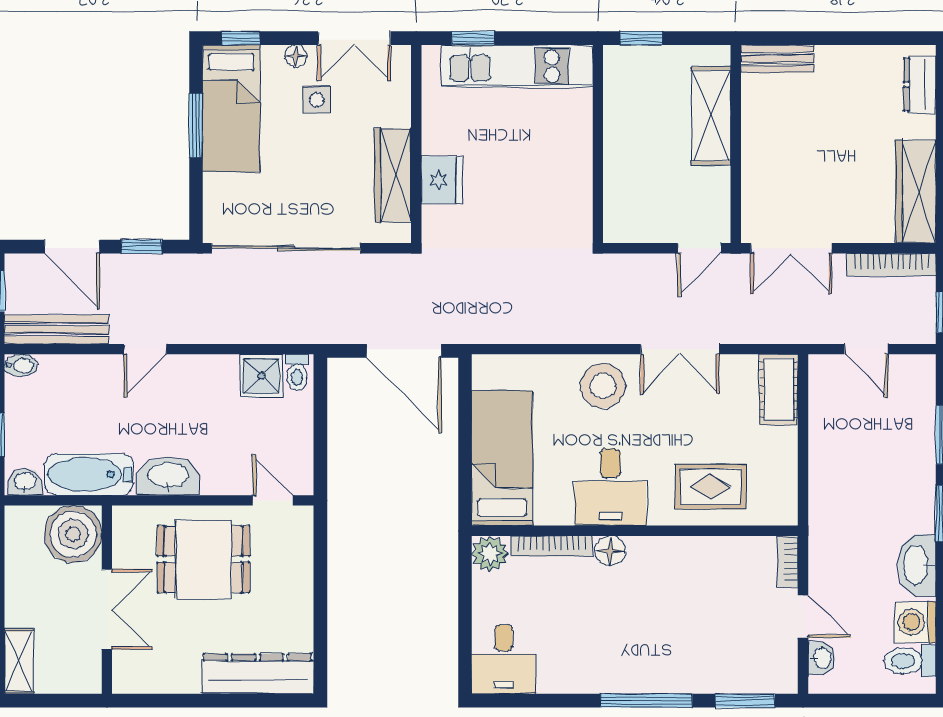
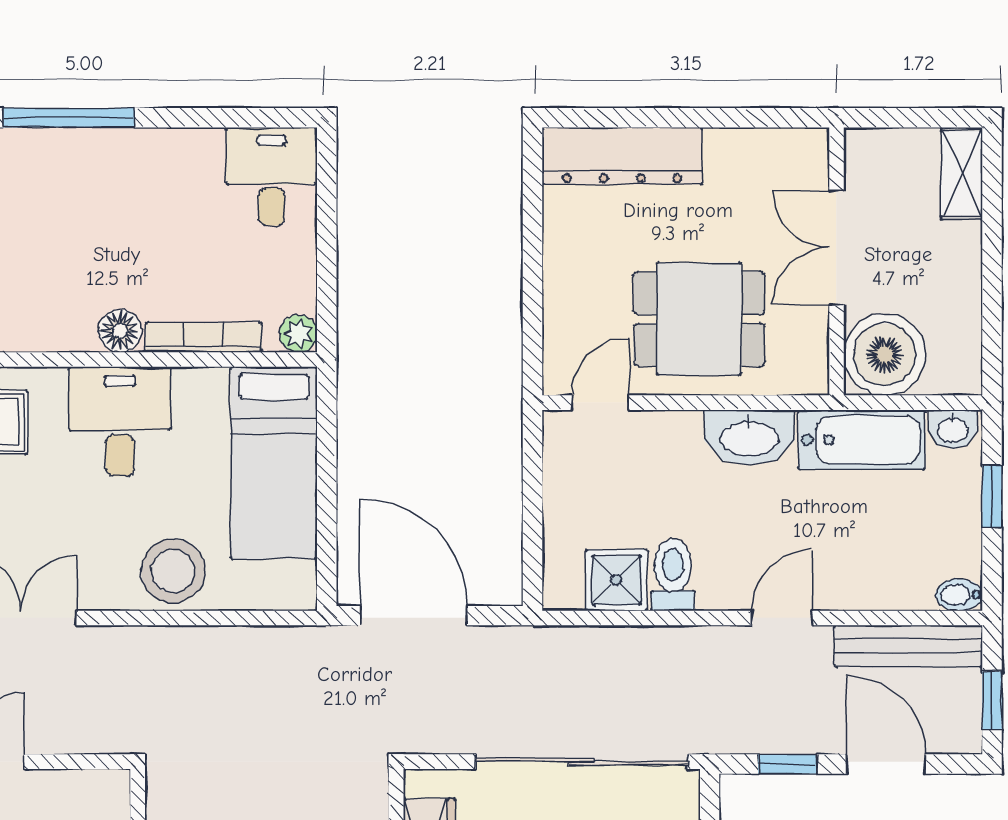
toilet: (297, 372) -> (673, 575), moved, width x1.37, depth x1.39
stool: (603, 386) -> (173, 571), moved
door: (273, 500) -> (600, 403), swing flipped
plant: (490, 554) -> (298, 334), width x0.73, depth x0.73

